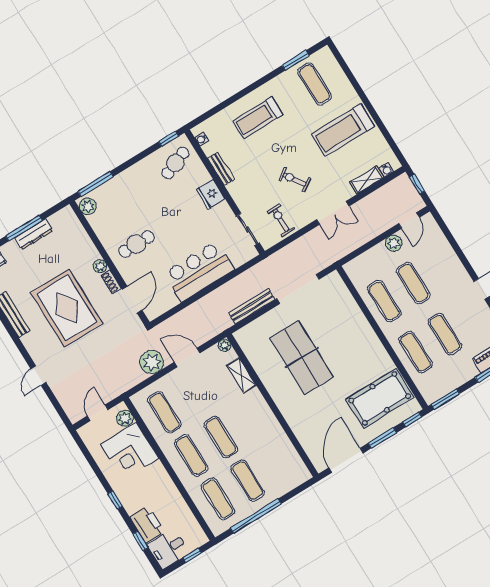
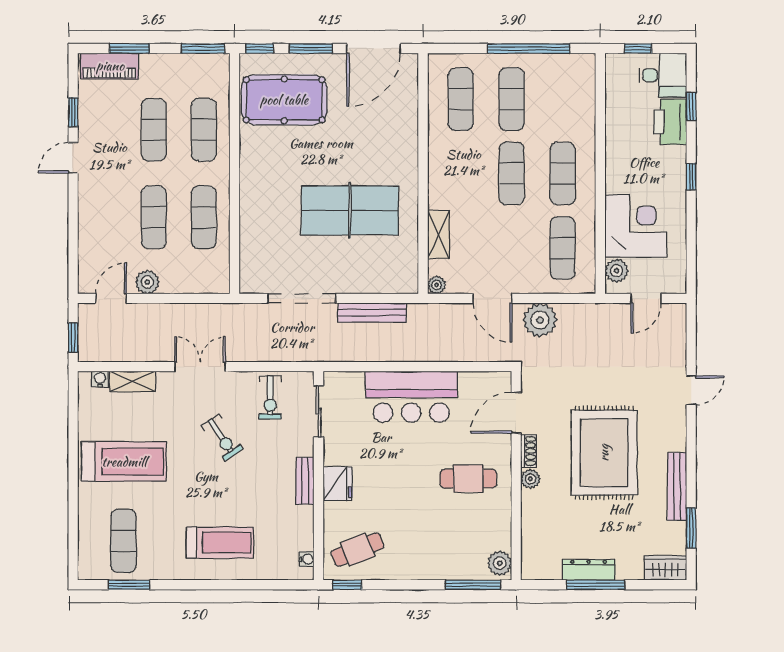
bench: (221, 169) -> (305, 481), moved
table tennis table: (302, 358) -> (350, 210), turned 90
exercise mat: (218, 499) -> (461, 99), moved

